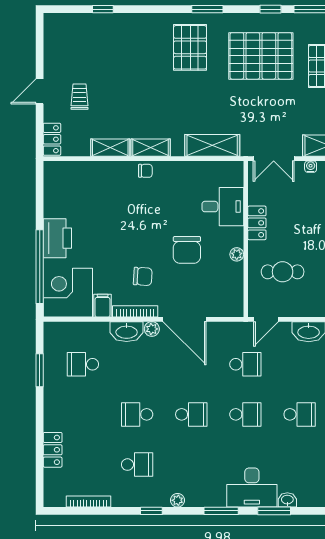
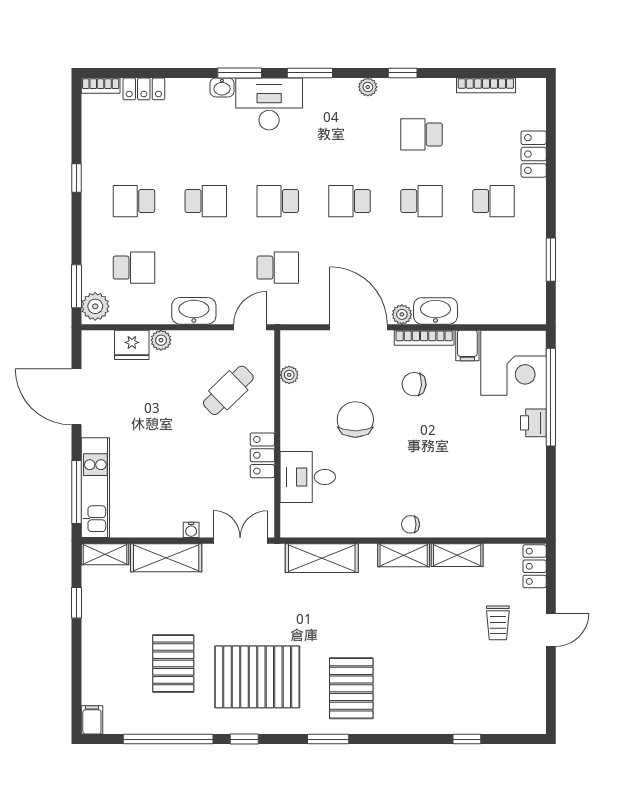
printer: (57, 238) -> (533, 423), width x0.53, depth x0.68
plant: (237, 254) -> (289, 375), moved
cafe table: (283, 272) -> (228, 390), turned -44
school desk: (83, 364) -> (493, 201), moved
school desk: (245, 364) -> (278, 268), turned 180
school desk: (300, 414) -> (206, 201), turned 180

